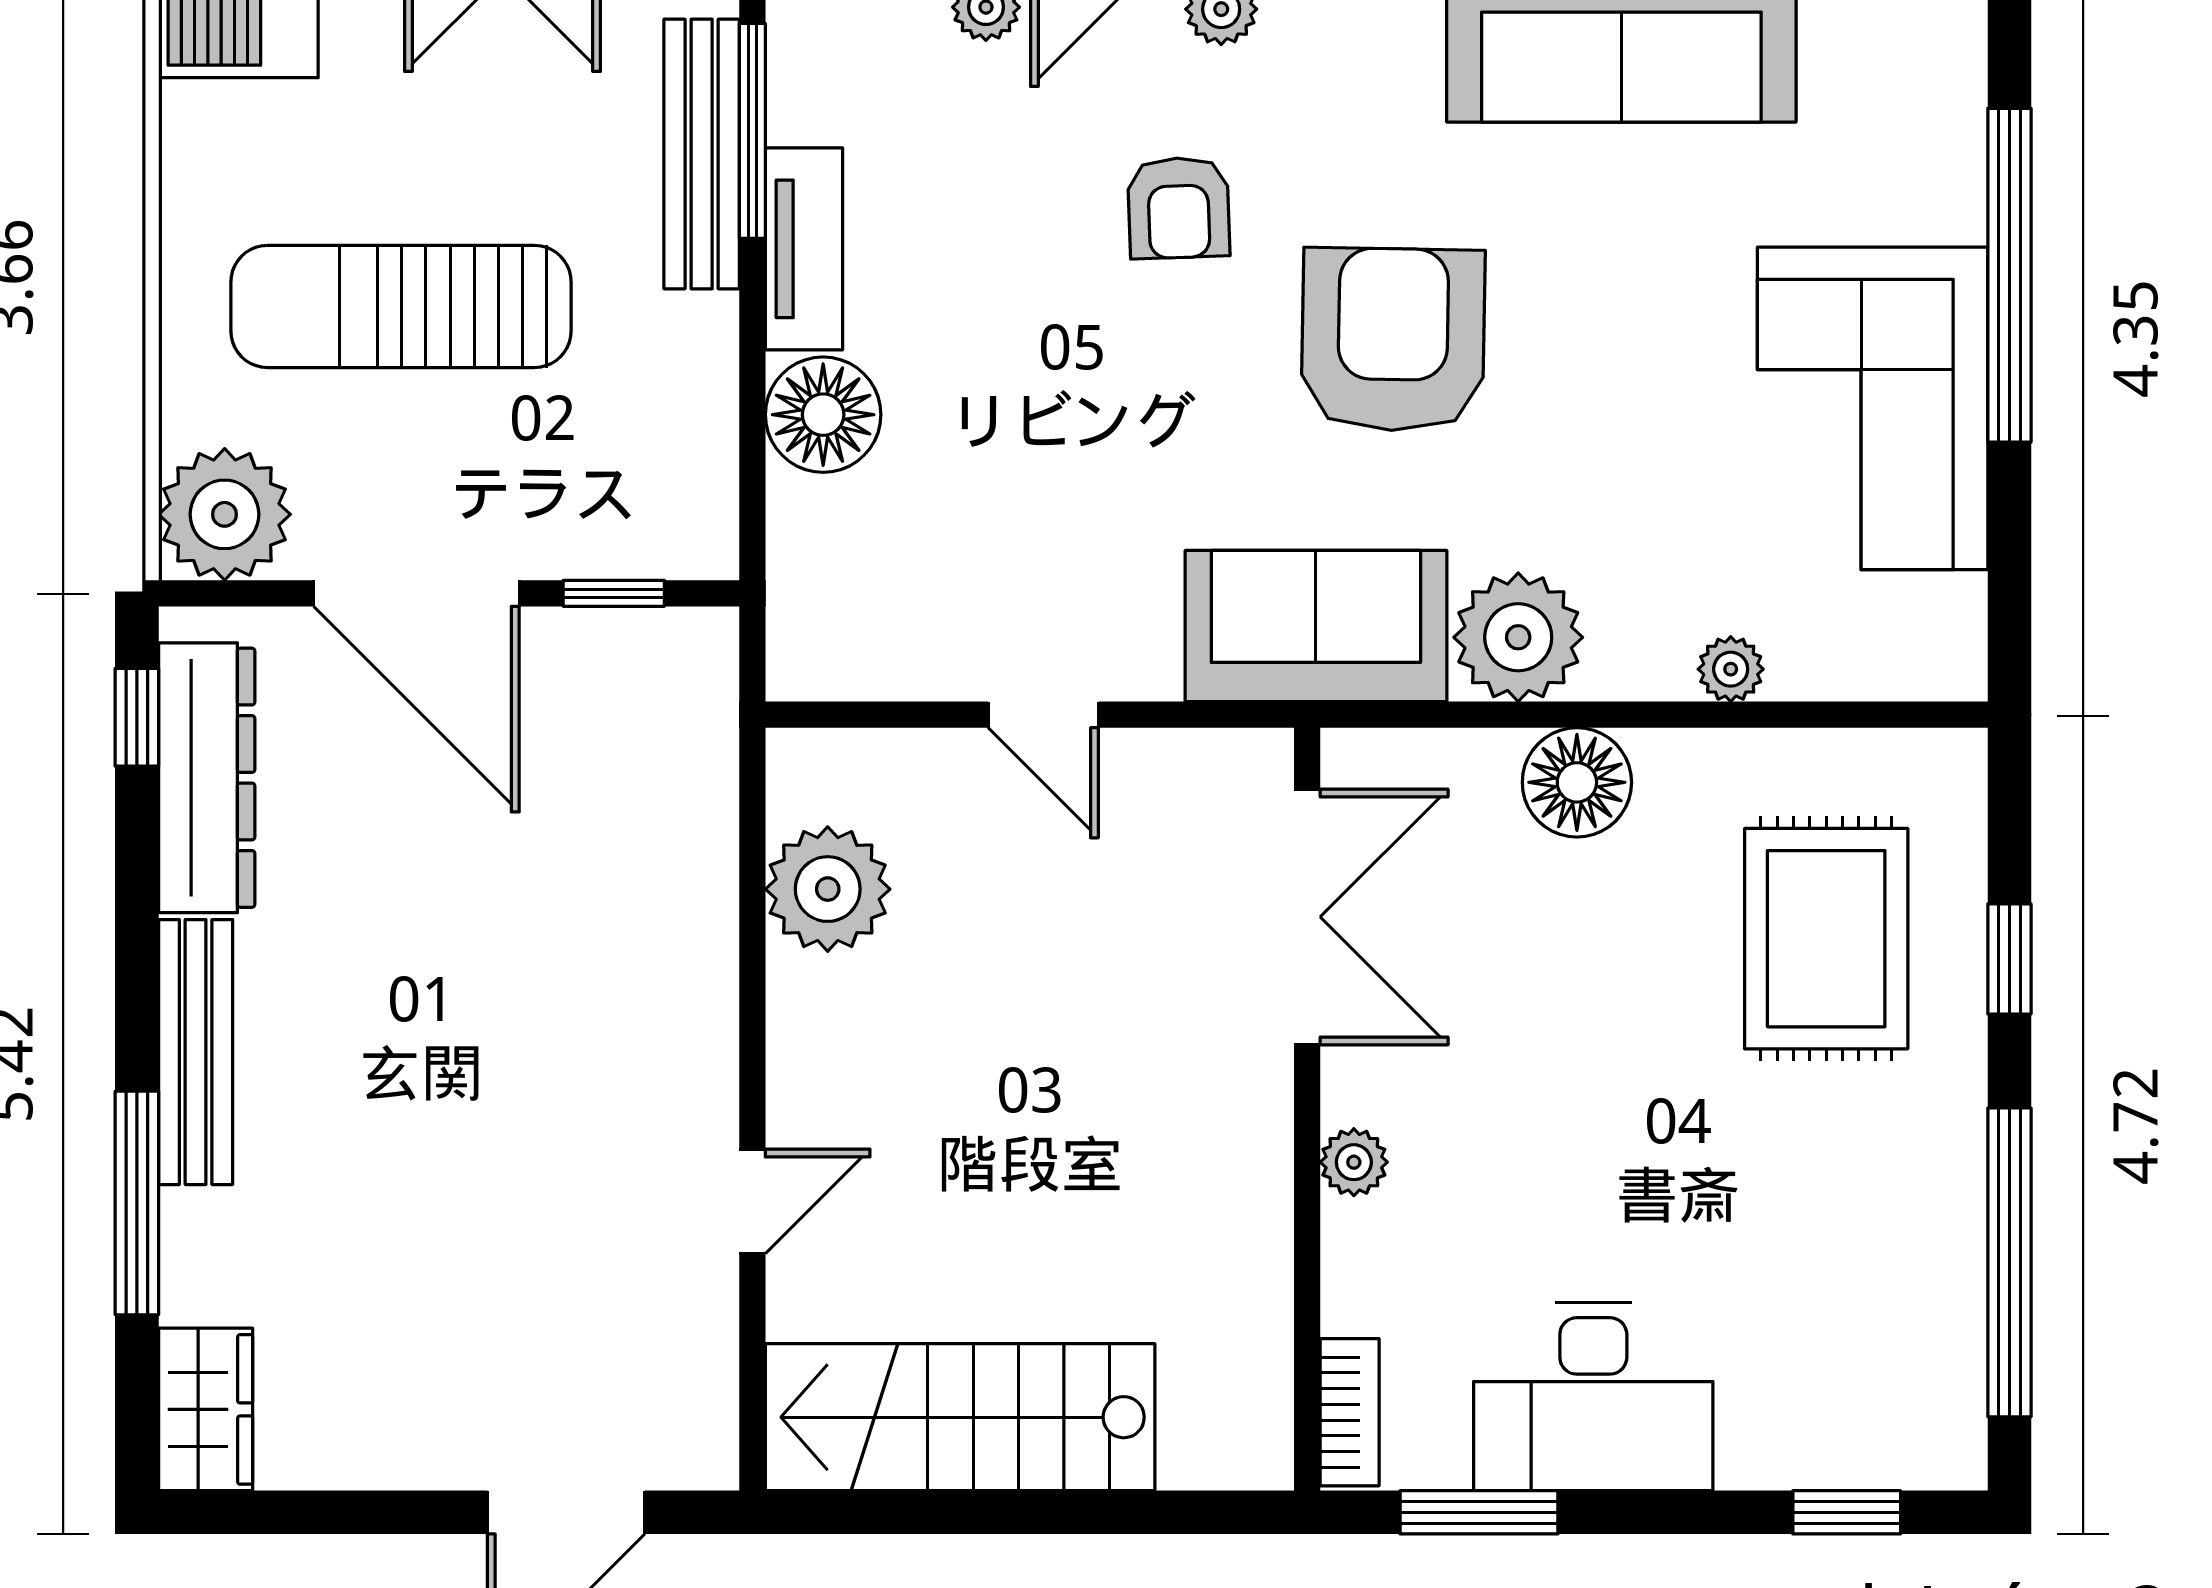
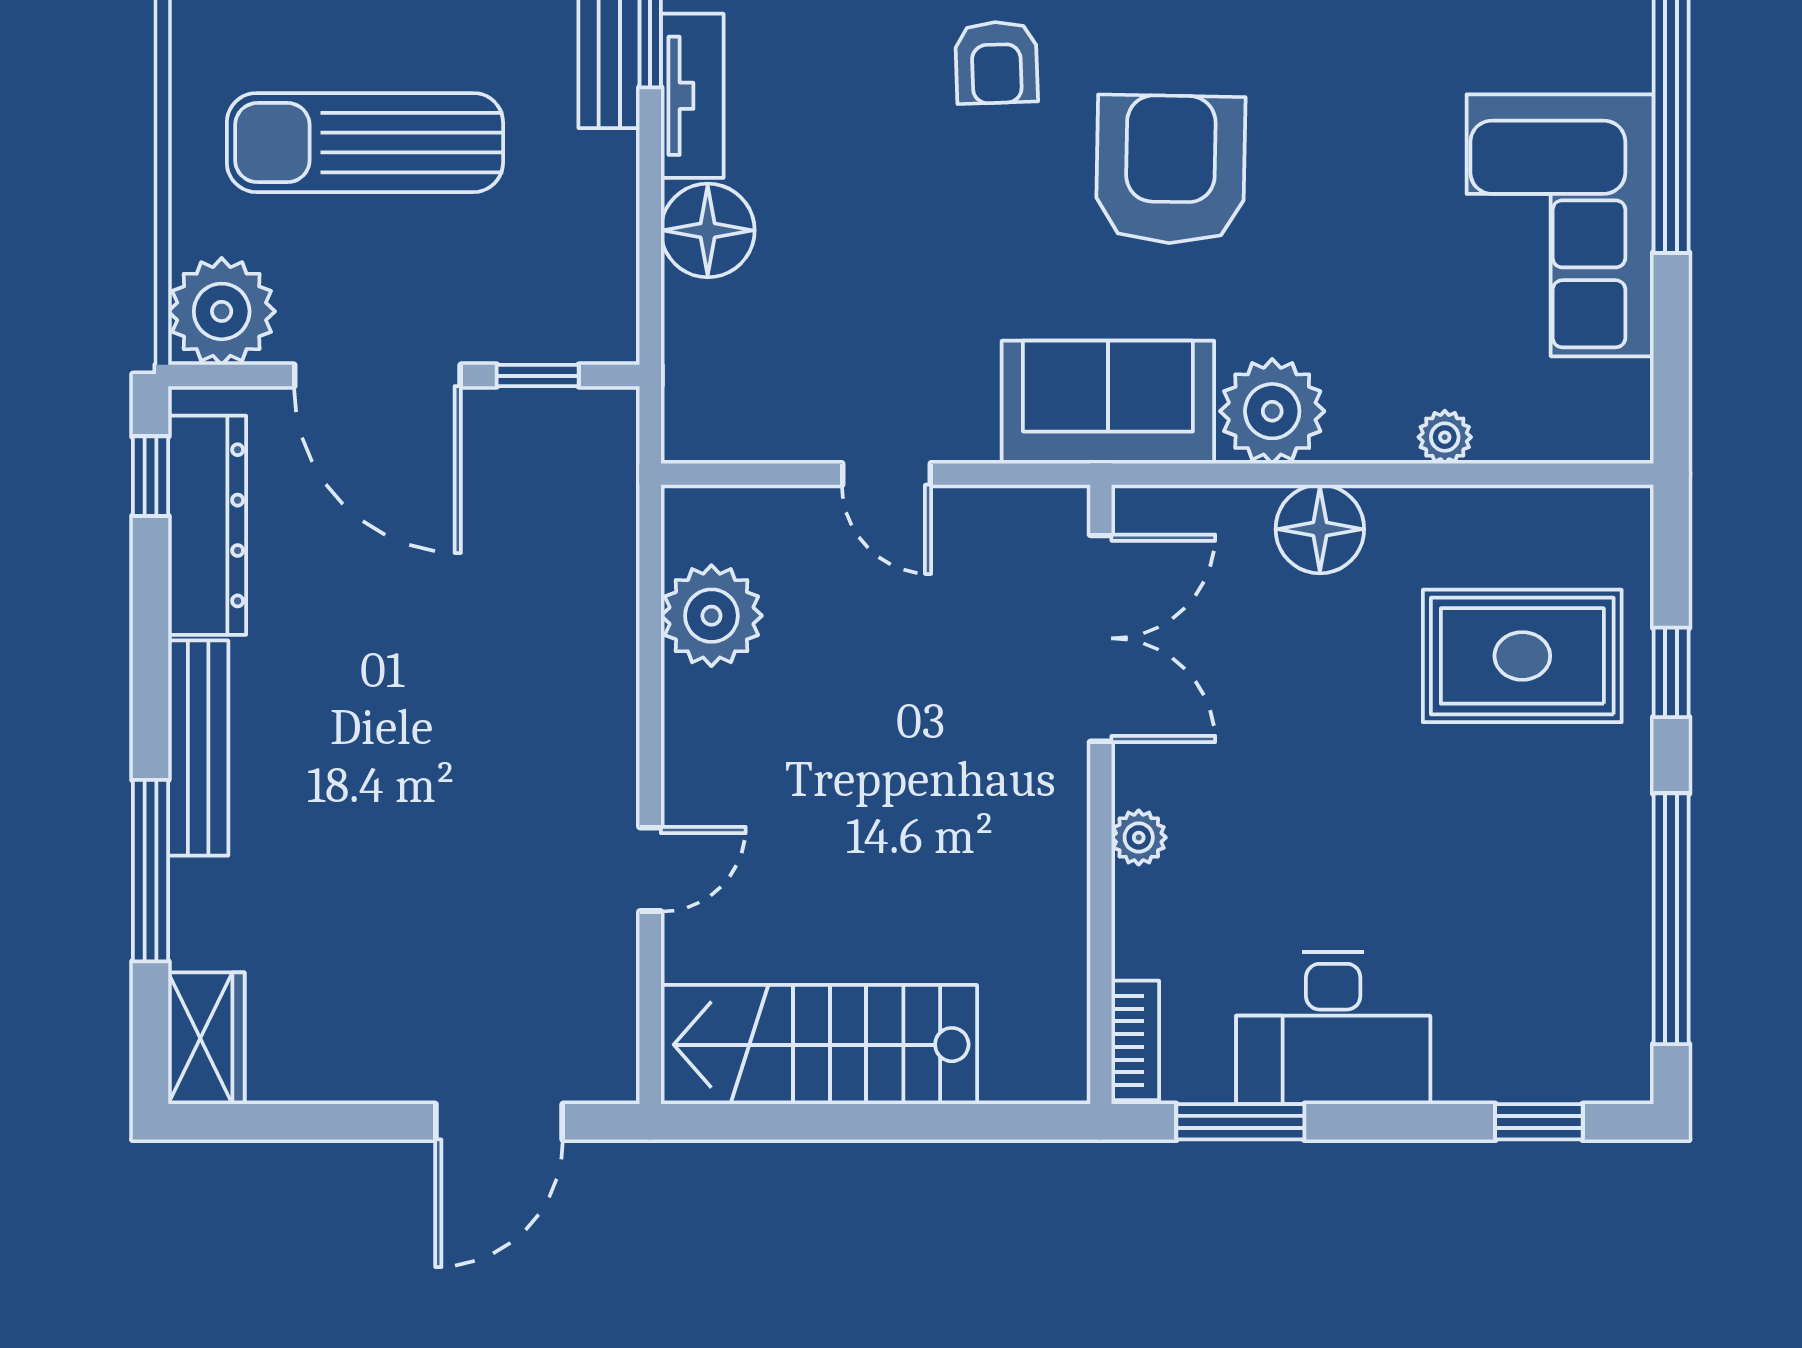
rug: (1826, 939) -> (1522, 656), turned 90

